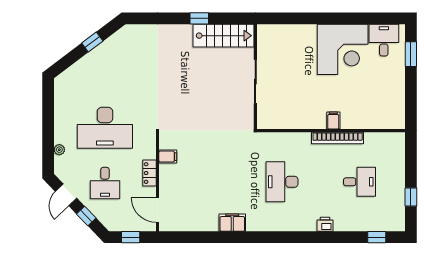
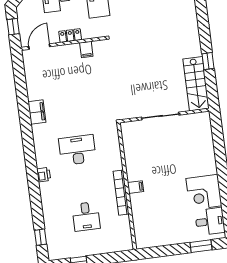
corner desk: (343, 49) -> (204, 192), width x0.74, depth x0.74
printer: (325, 224) -> (44, 175), moved

